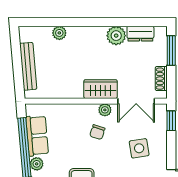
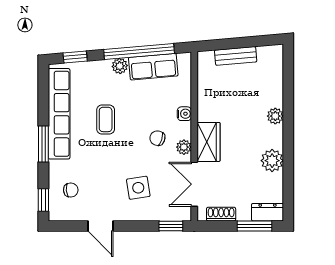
plant: (59, 33) -> (275, 116), moved
dresser: (140, 34) -> (268, 212), moved, turned 90
bench: (28, 66) -> (236, 56), width x0.73
water cooler: (77, 109) -> (184, 114), added

